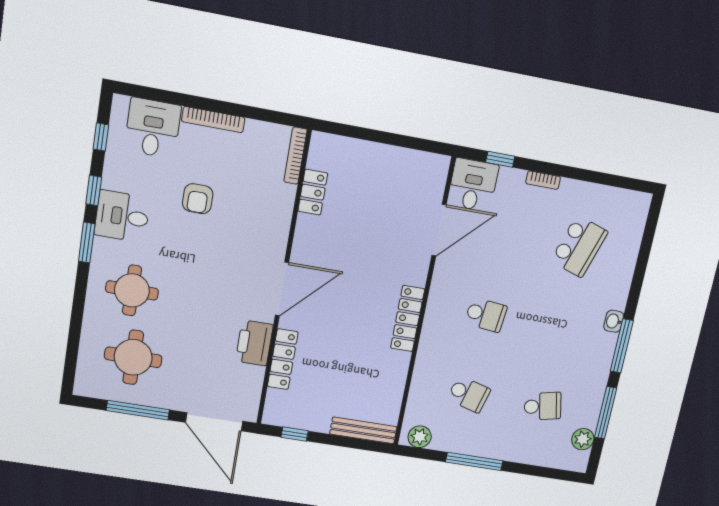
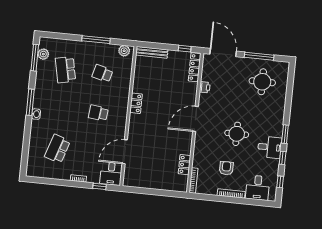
armchair: (198, 199) -> (226, 168), moved
round table: (132, 290) -> (237, 134), moved
locker: (408, 319) -> (136, 103), width x0.66
printer: (254, 343) -> (205, 87), width x0.53, depth x0.68
locker: (283, 359) -> (195, 67), moved
school desk: (543, 406) -> (65, 70), width x1.85
window: (606, 413) -> (35, 58), moved

